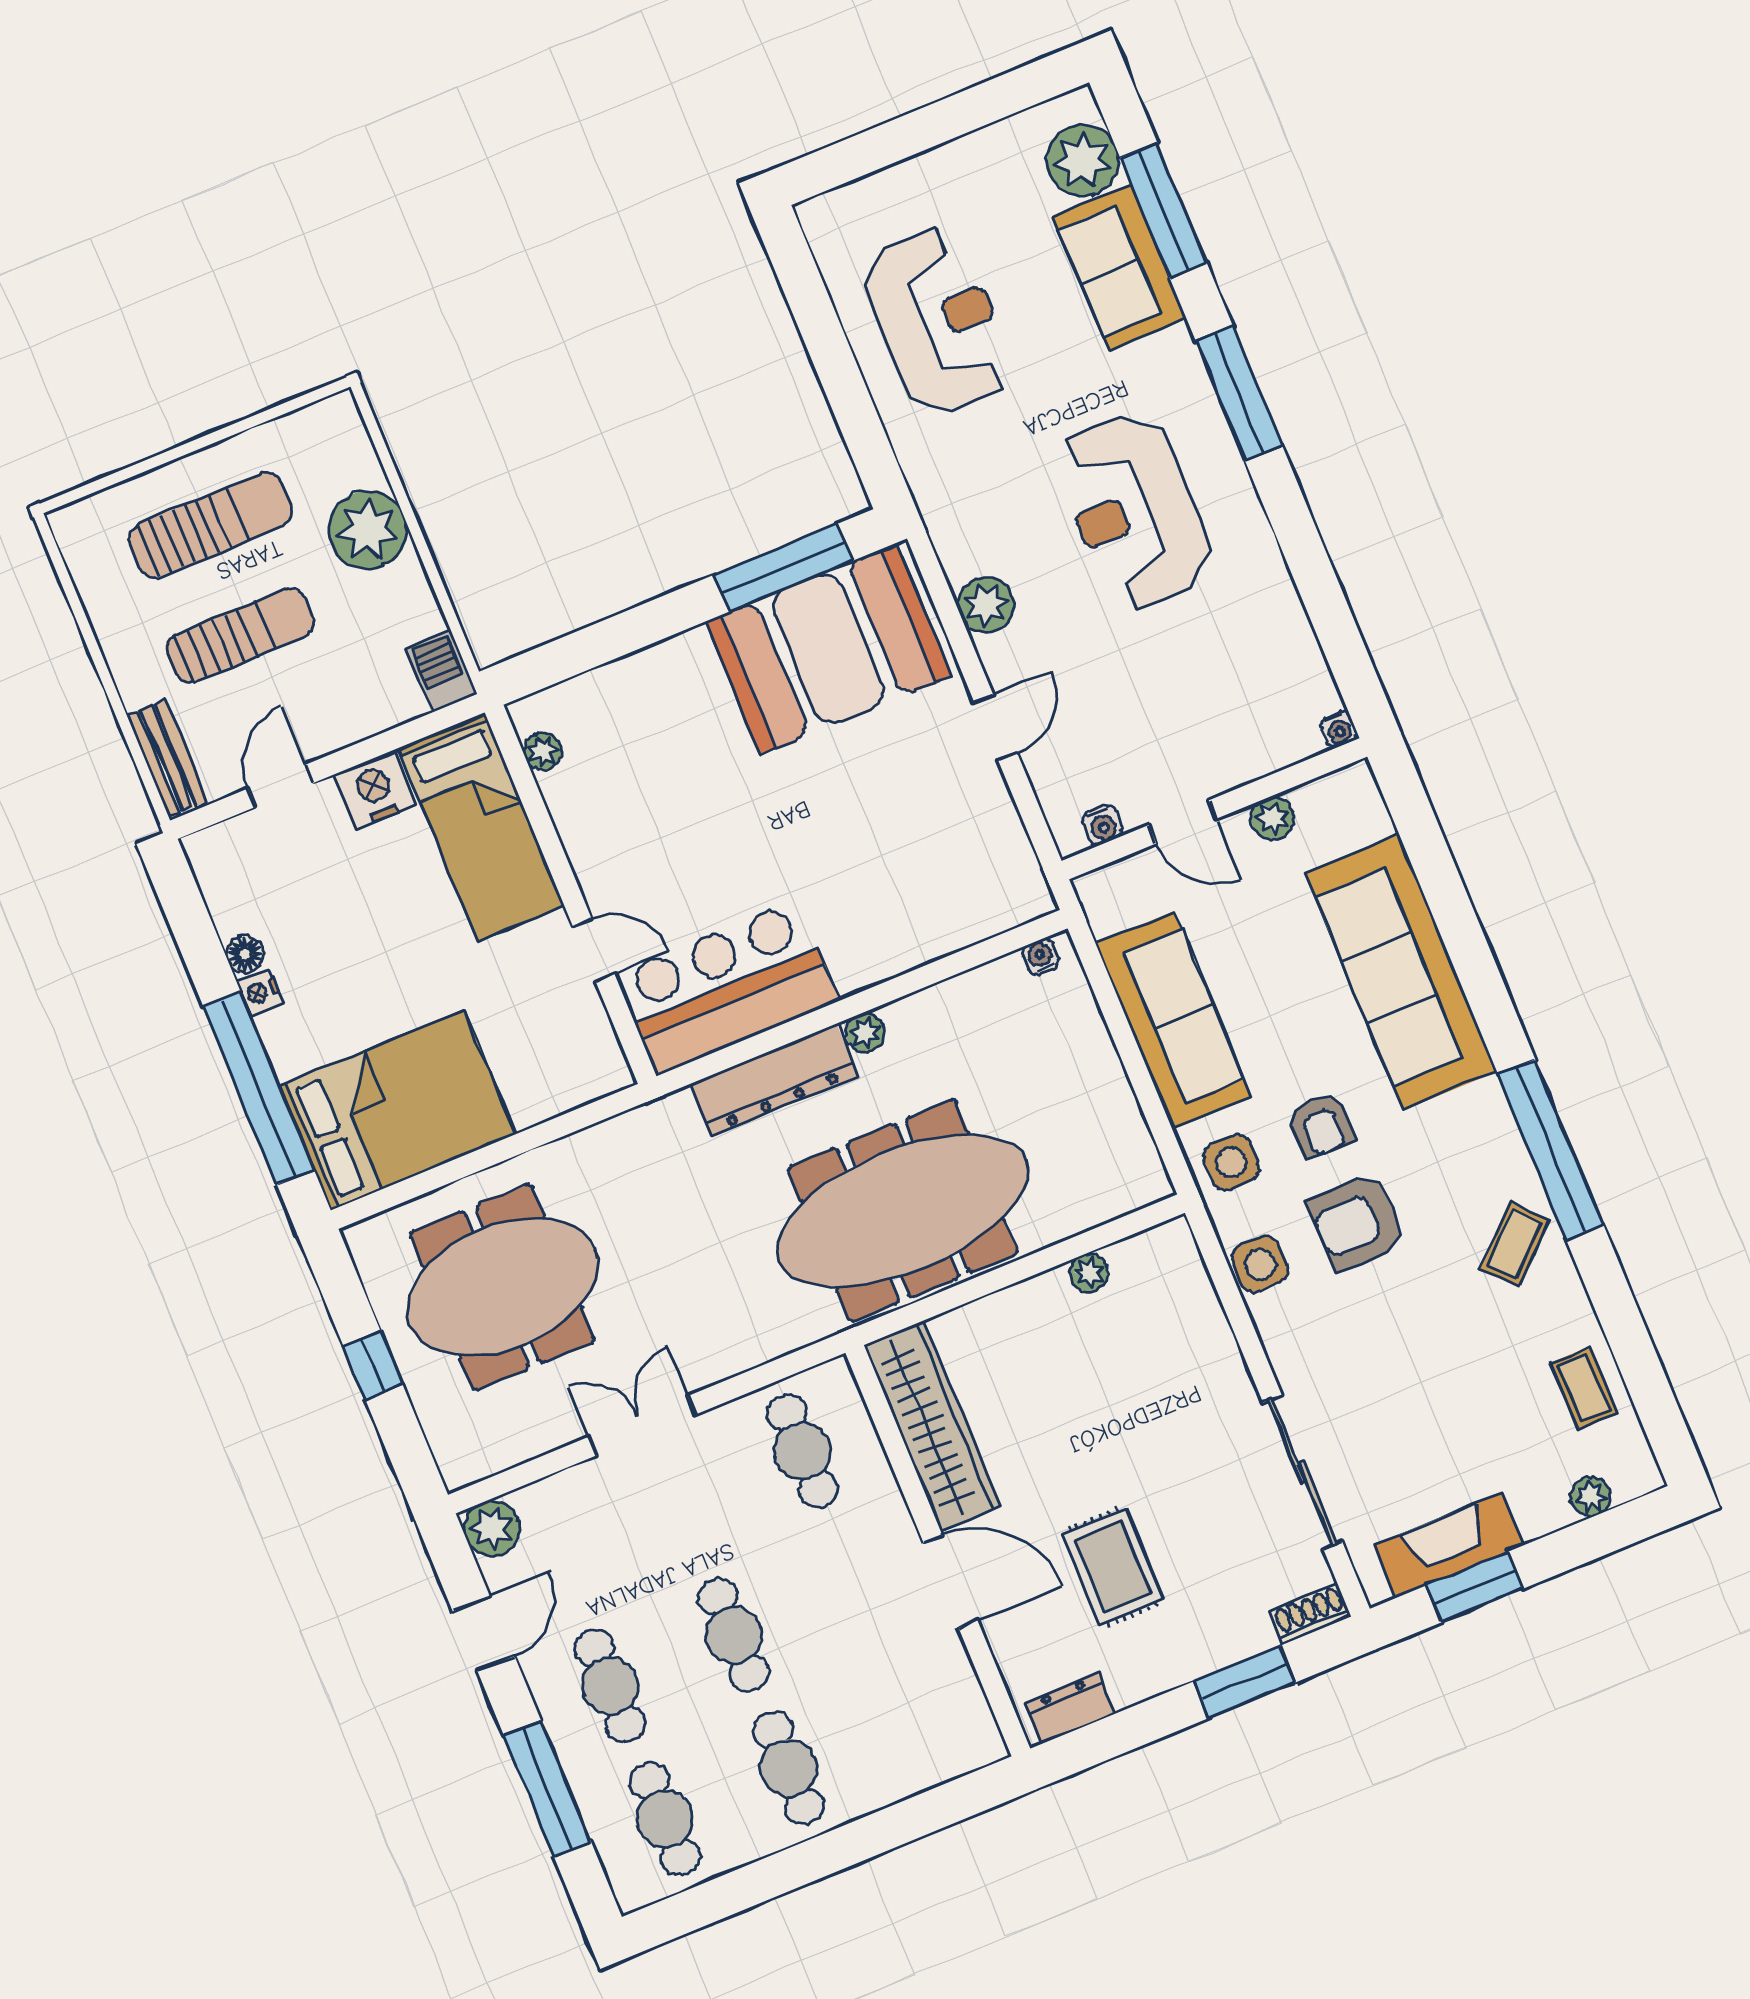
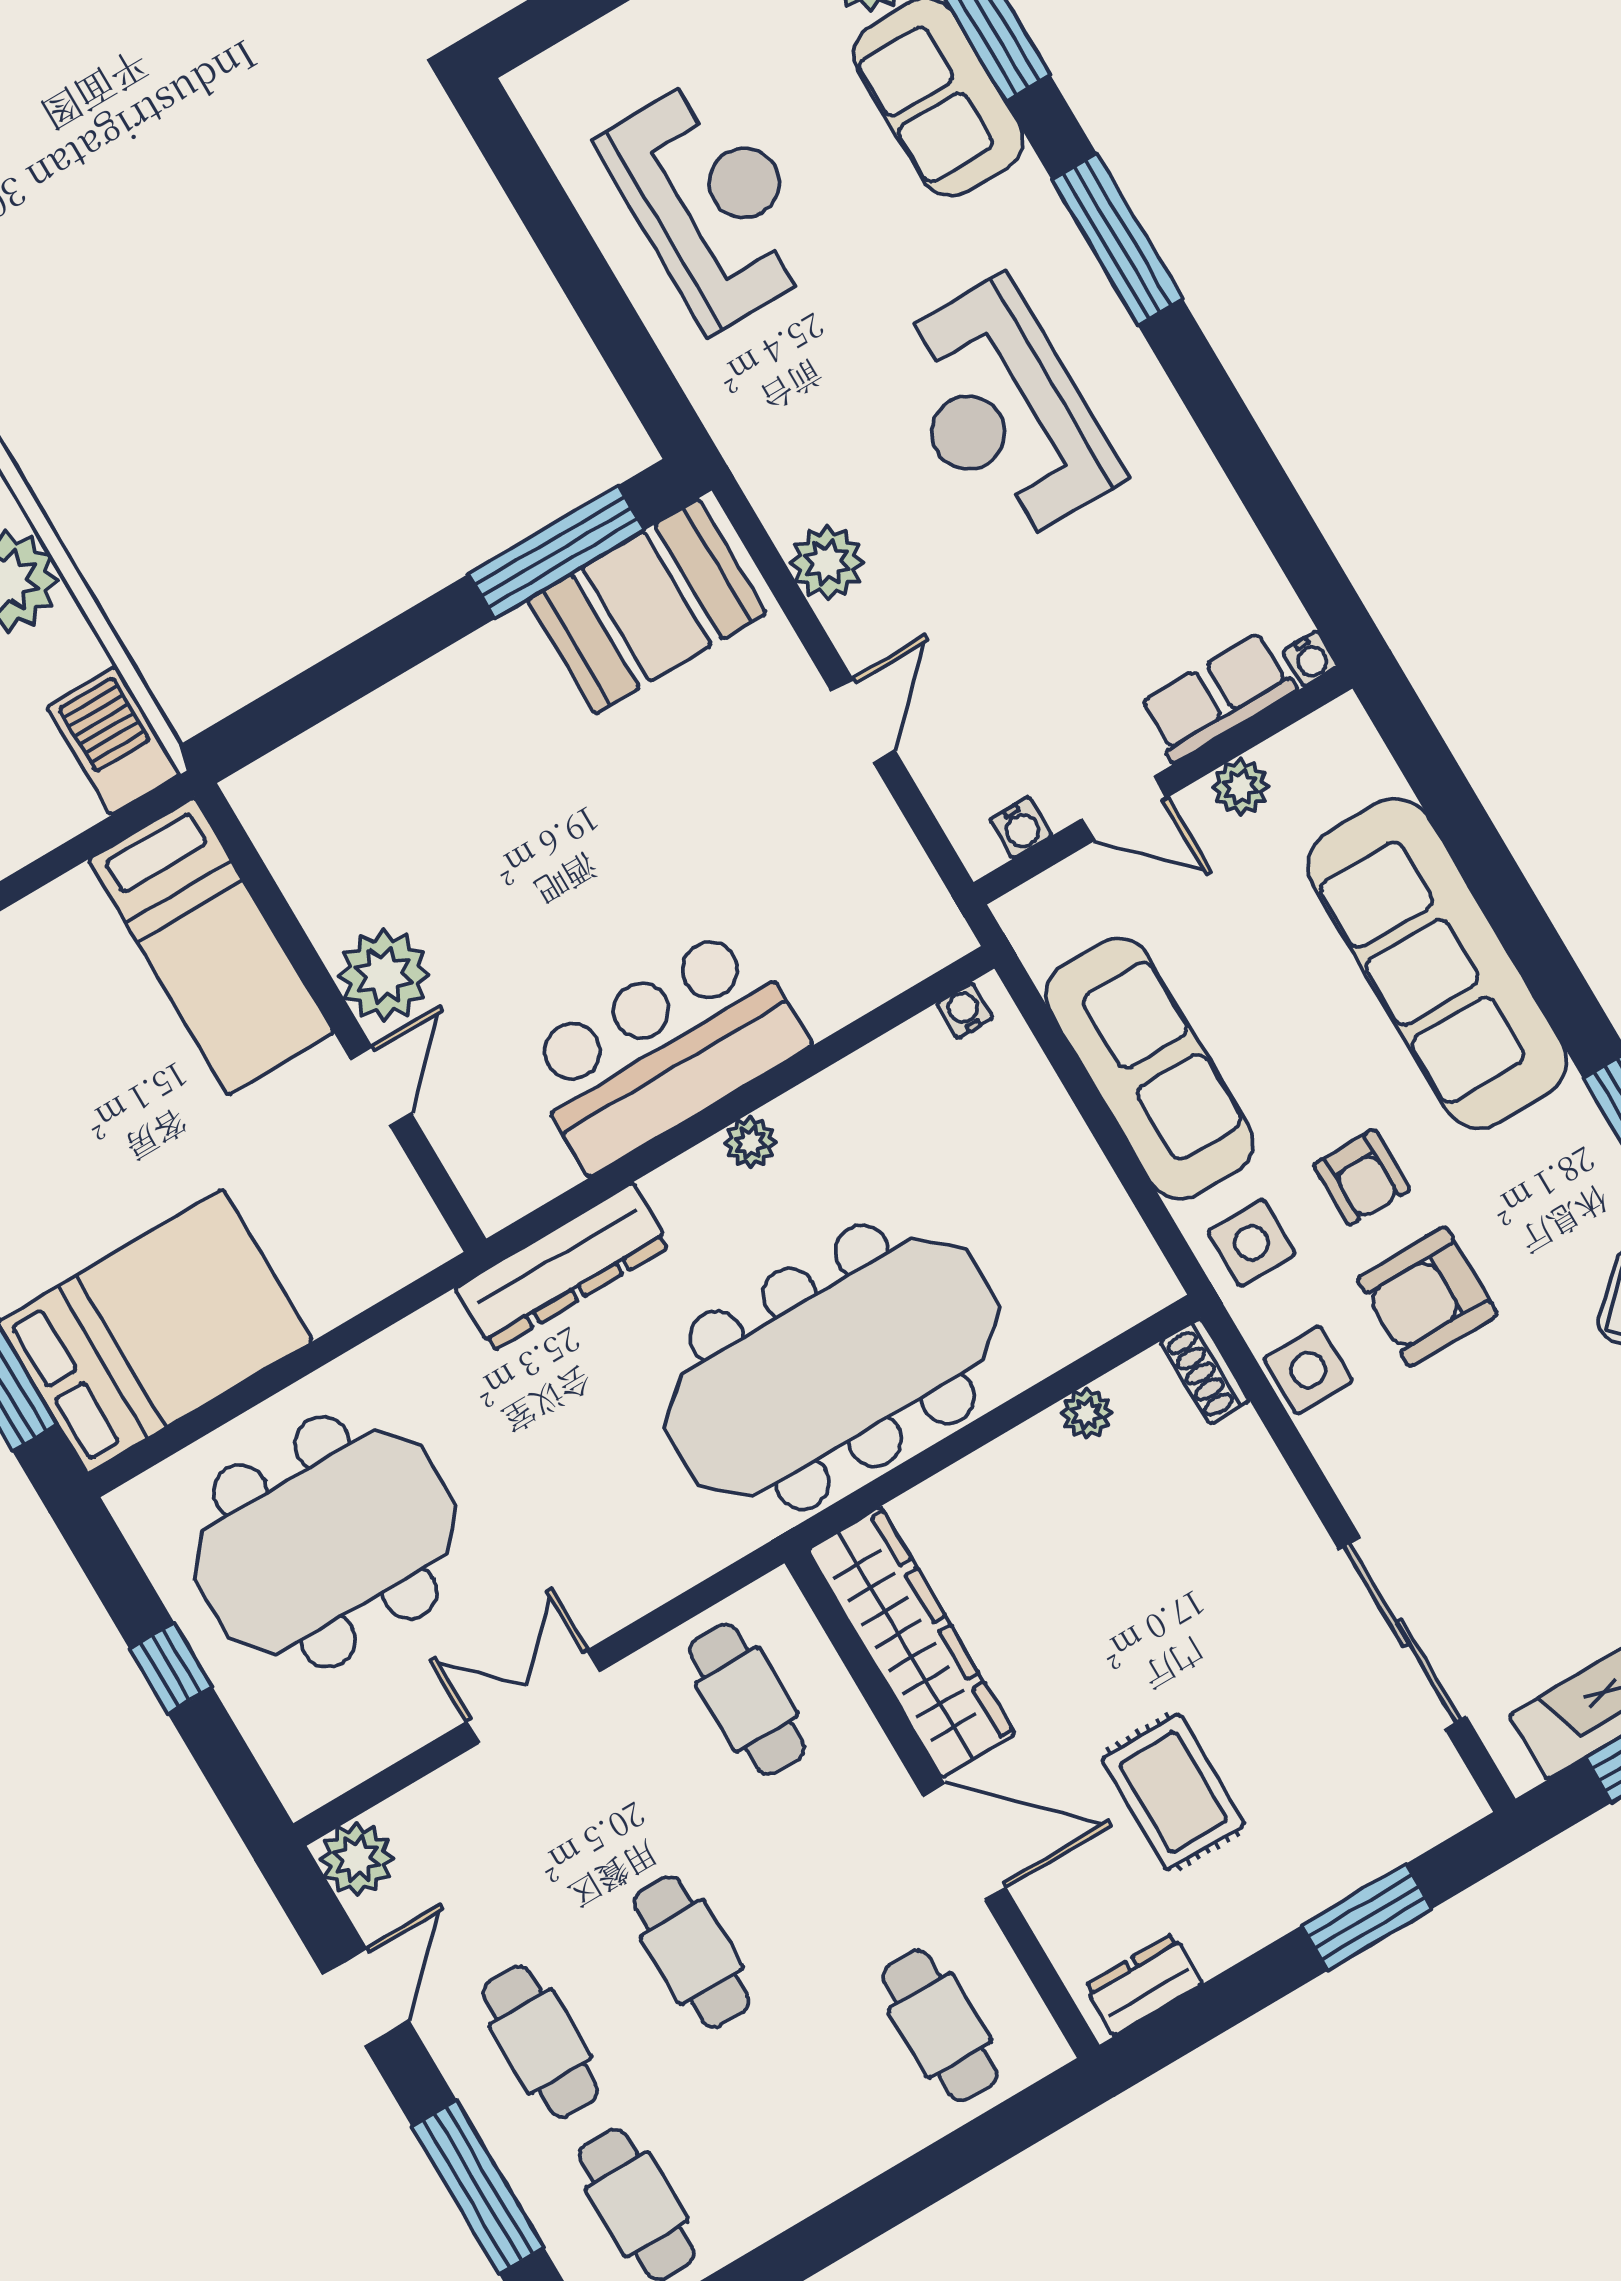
booth: (829, 649) -> (647, 607), width x0.73, depth x0.70
barbecue: (441, 671) -> (114, 741), width x1.38, depth x1.27
row of seats: (1265, 748) -> (1218, 697), added
plant: (543, 751) -> (384, 975), moved, width x1.88, depth x1.88
nightstand: (375, 790) -> (66, 918), removed
door: (594, 950) -> (381, 1086), hinge flipped
bar counter: (727, 988) -> (664, 1049), moved
dresser: (774, 1080) -> (562, 1267), moved
shoe rack: (1310, 1614) -> (1205, 1371), moved, turned -90
cafe table: (788, 1768) -> (940, 2025), moved

